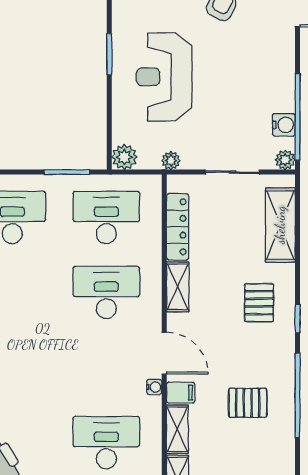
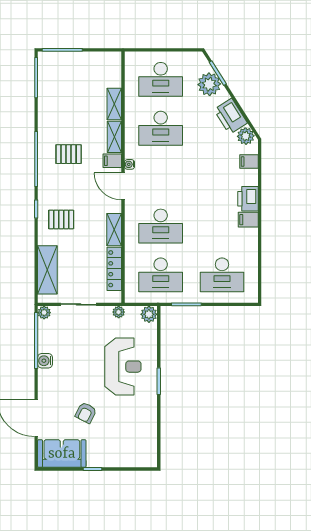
water cooler: (284, 125) -> (45, 361), moved
pallet: (259, 303) -> (61, 219), turned 90

